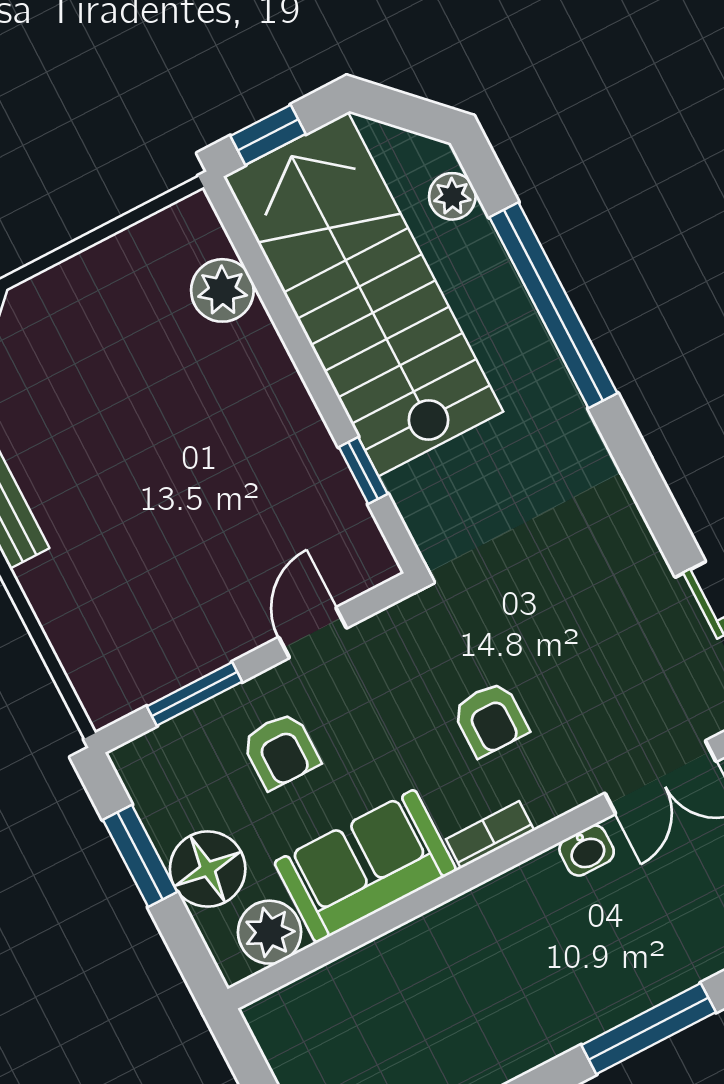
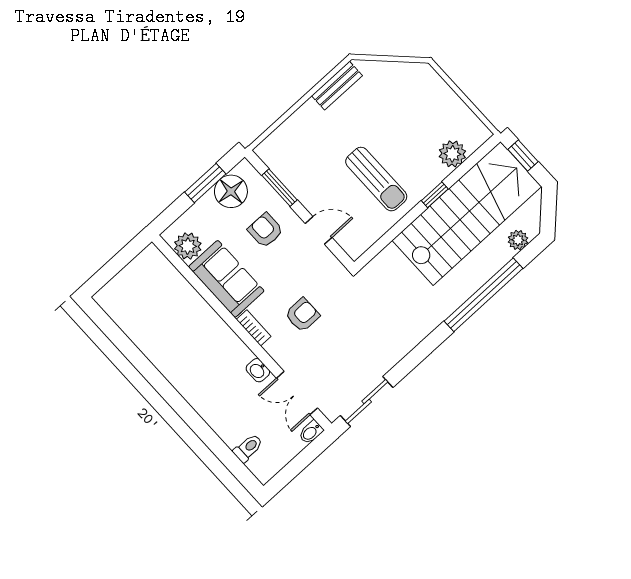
window: (363, 470) -> (435, 195), moved
sun lounger: (233, 474) -> (376, 179), added
armchair: (490, 719) -> (302, 315), turned 180
armchair: (281, 751) -> (265, 230), turned 90
floor lamp: (208, 869) -> (231, 191), moved
window: (649, 1029) -> (190, 416), removed

